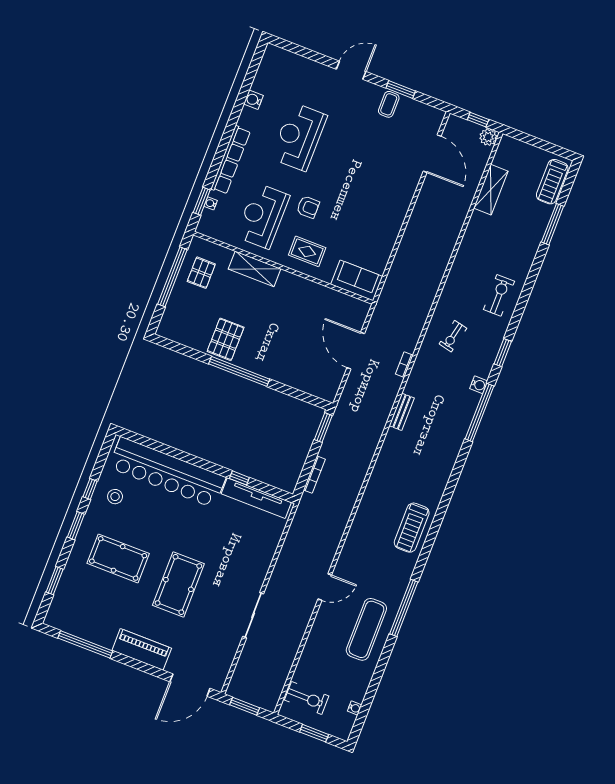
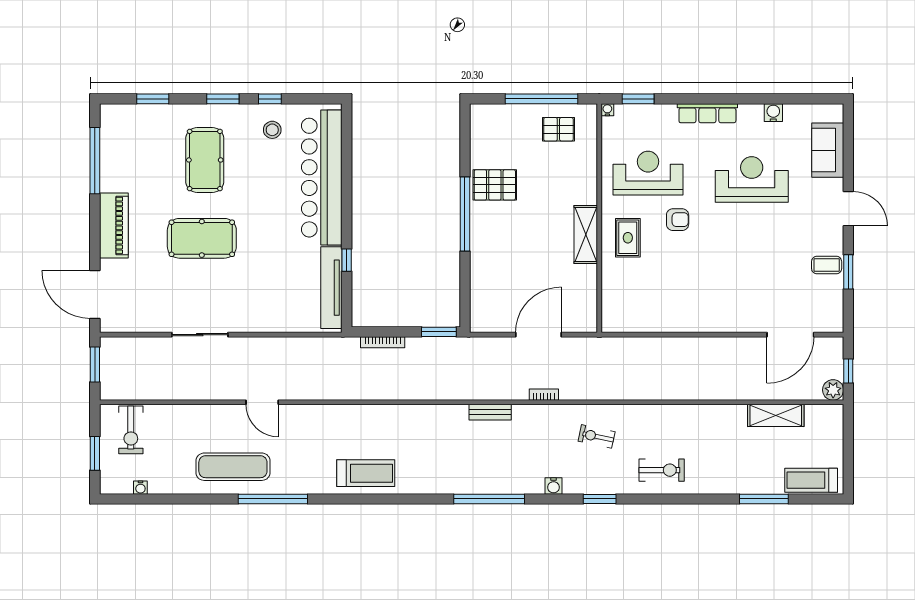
row of seats: (231, 160) -> (707, 113), width x0.73
water cooler: (211, 203) -> (607, 110), moved
armchair: (308, 207) -> (678, 220), turned -90
shelving: (255, 269) -> (586, 235), moved
sofa: (357, 280) -> (828, 150), moved, turned 180
window: (480, 412) -> (489, 499), moved
treadmill: (412, 528) -> (366, 473), turned 180

